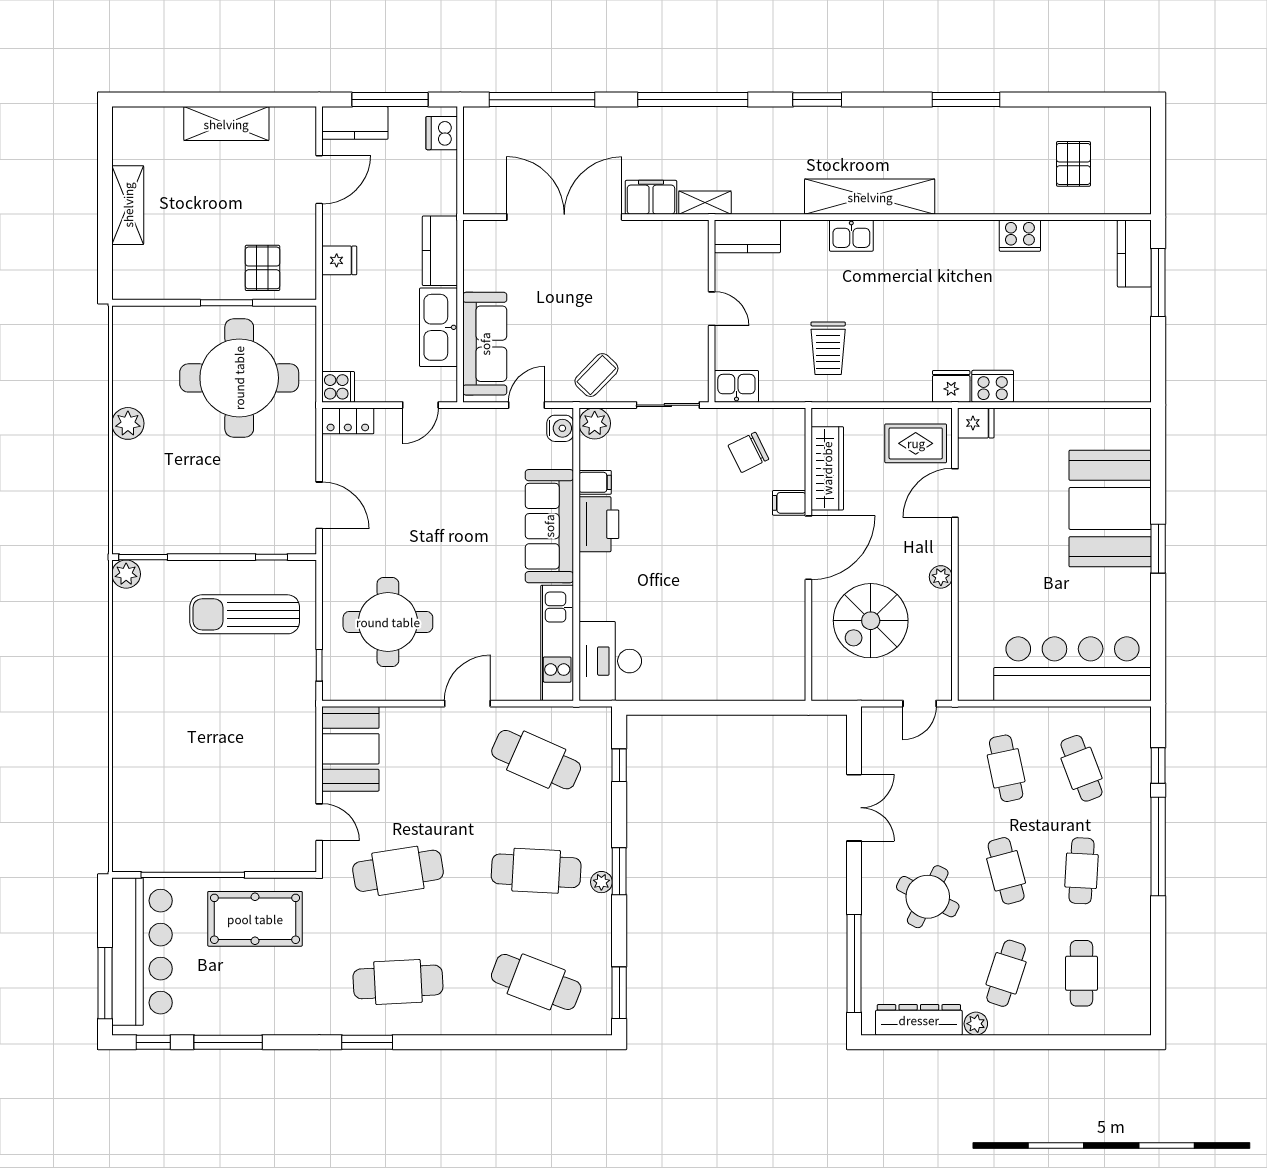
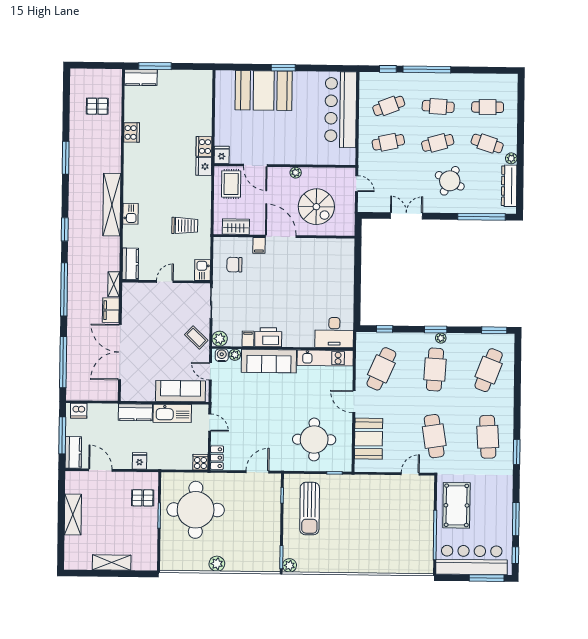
chair: (748, 452) -> (234, 265), turned 116
plant: (562, 456) -> (235, 355), added
wardrobe: (827, 468) -> (236, 227), width x0.67
booth: (350, 749) -> (369, 439), moved, turned 90

